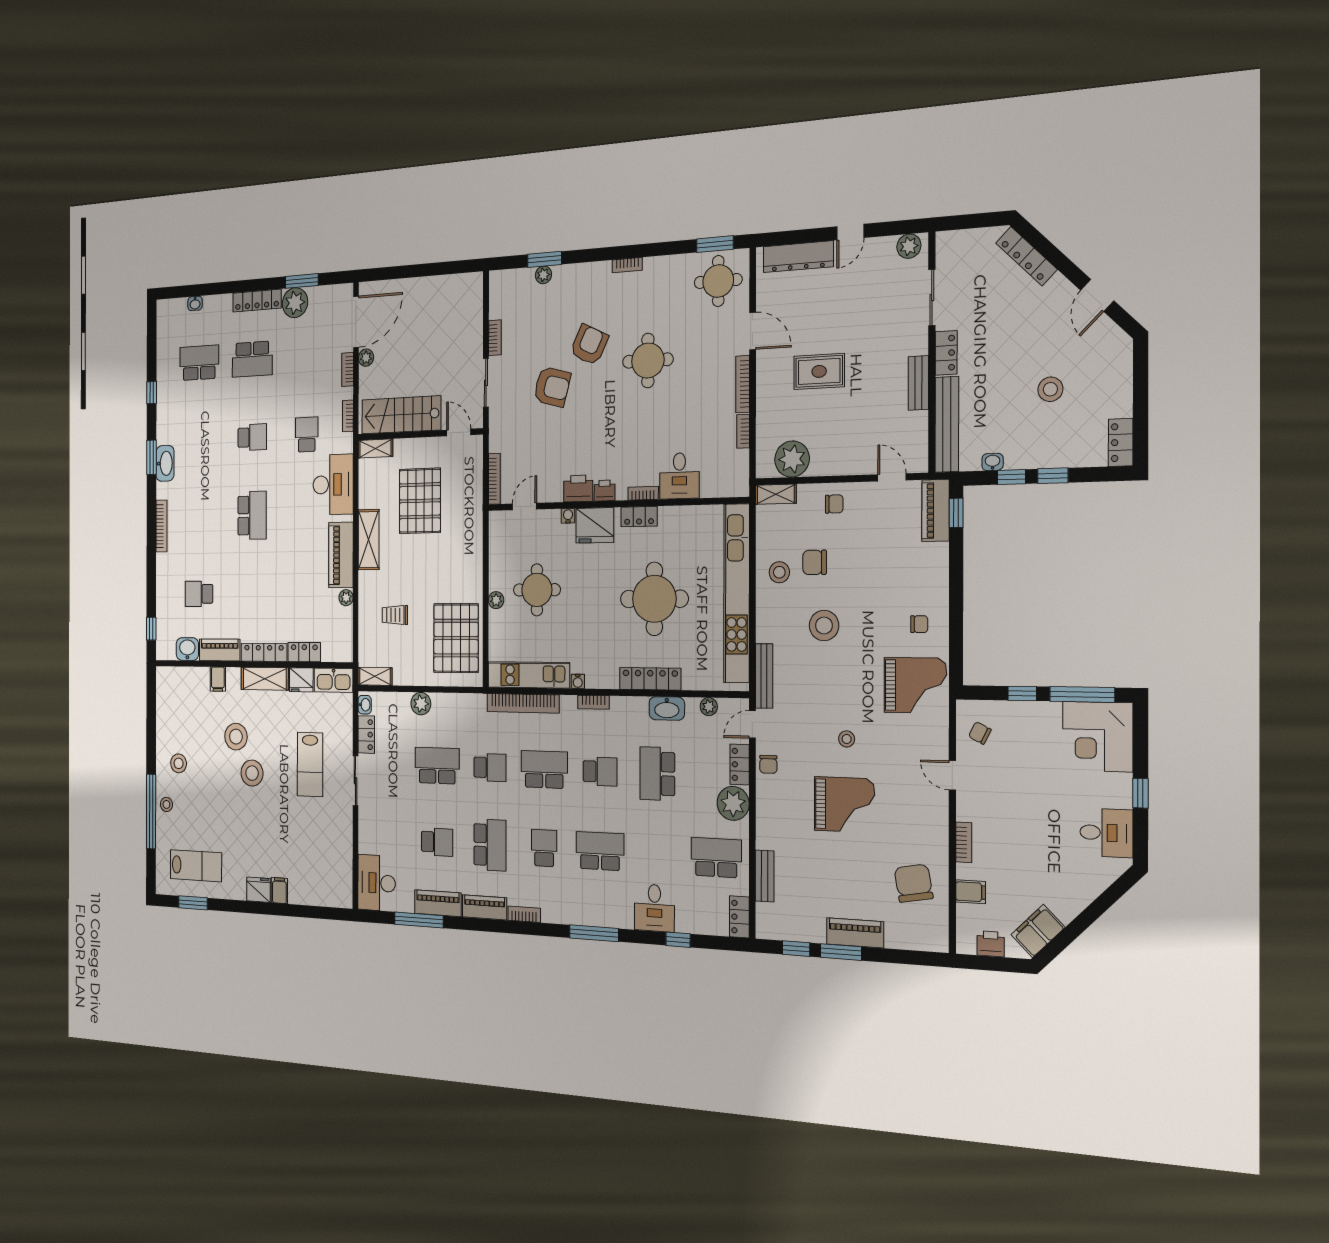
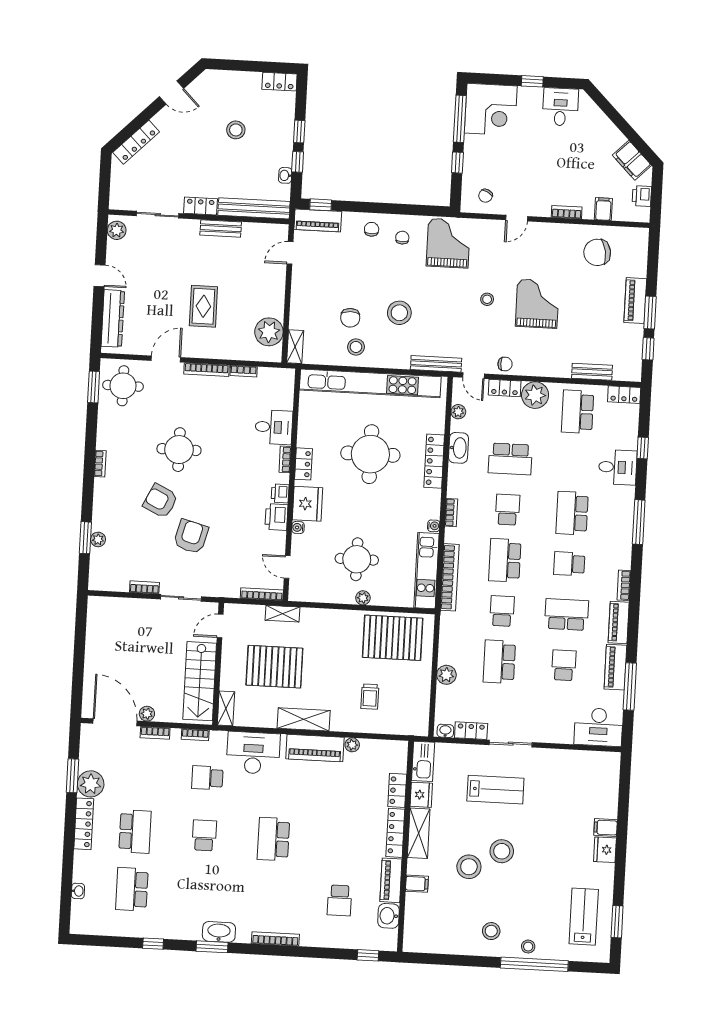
chair: (834, 504) -> (372, 229), moved
school desk: (252, 515) -> (273, 839), turned -90
shelving: (375, 676) -> (282, 614), moved, turned 90

